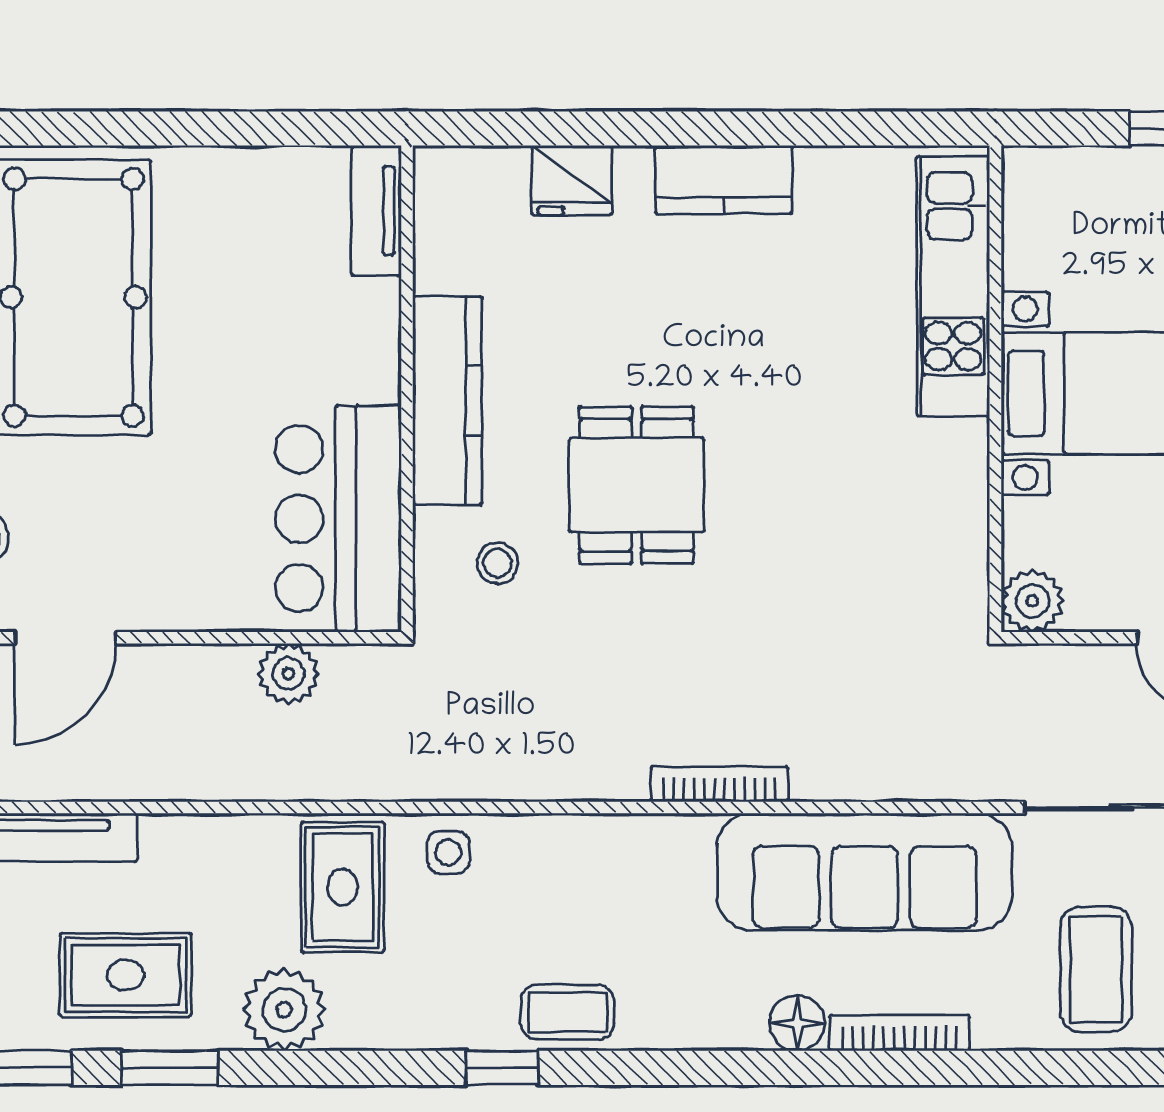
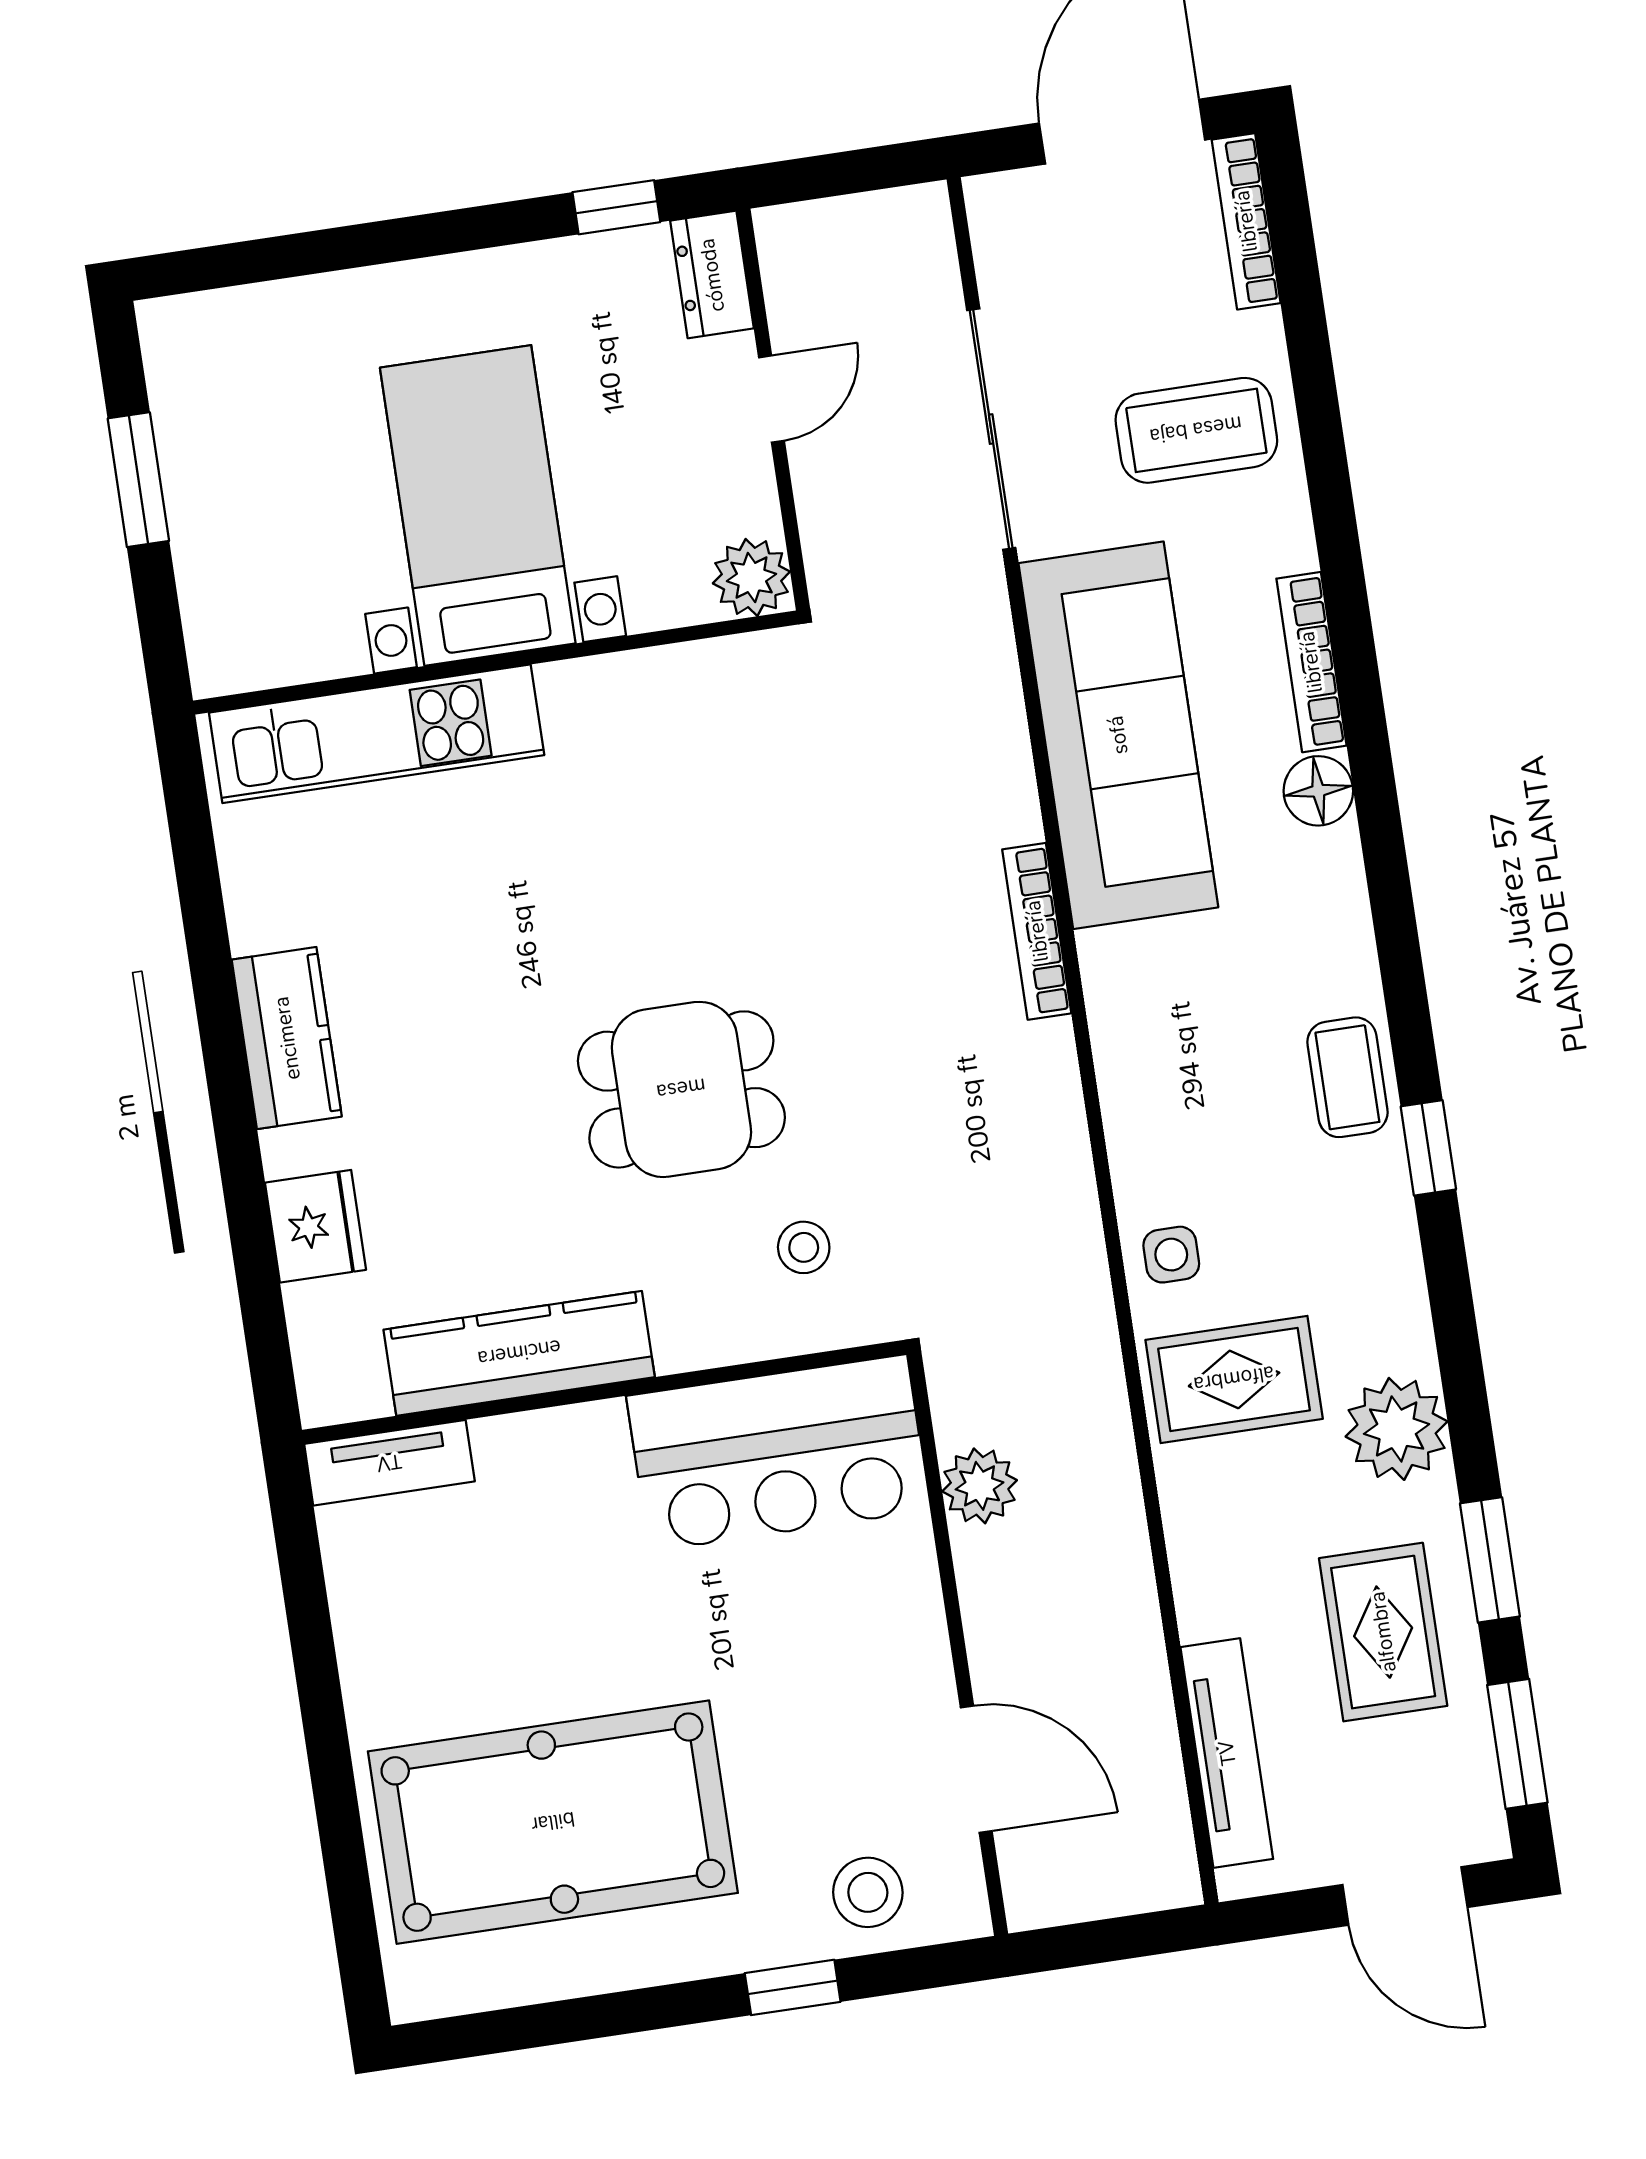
kitchen counter: (447, 401) -> (519, 1353), moved

